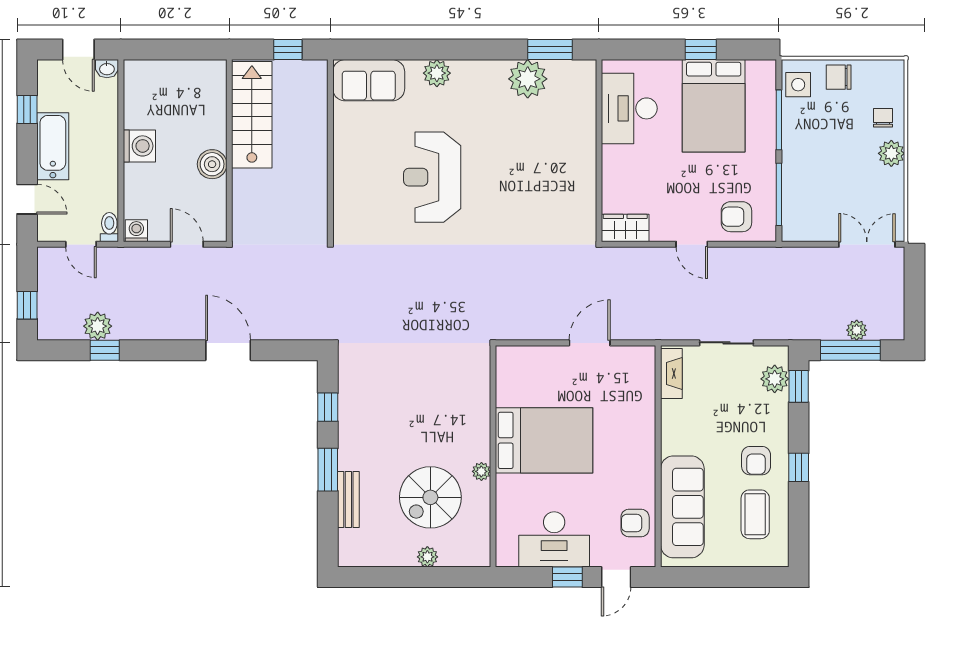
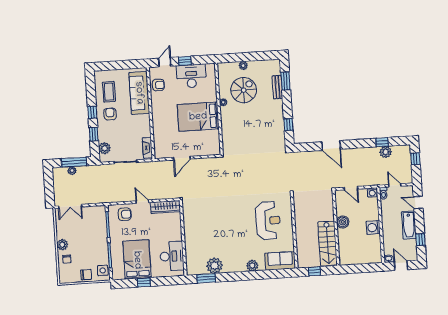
reception desk: (432, 177) -> (268, 221), moved
wardrobe: (625, 228) -> (165, 207), width x1.50
window: (799, 386) -> (94, 134), moved
window: (328, 470) -> (286, 81), moved

